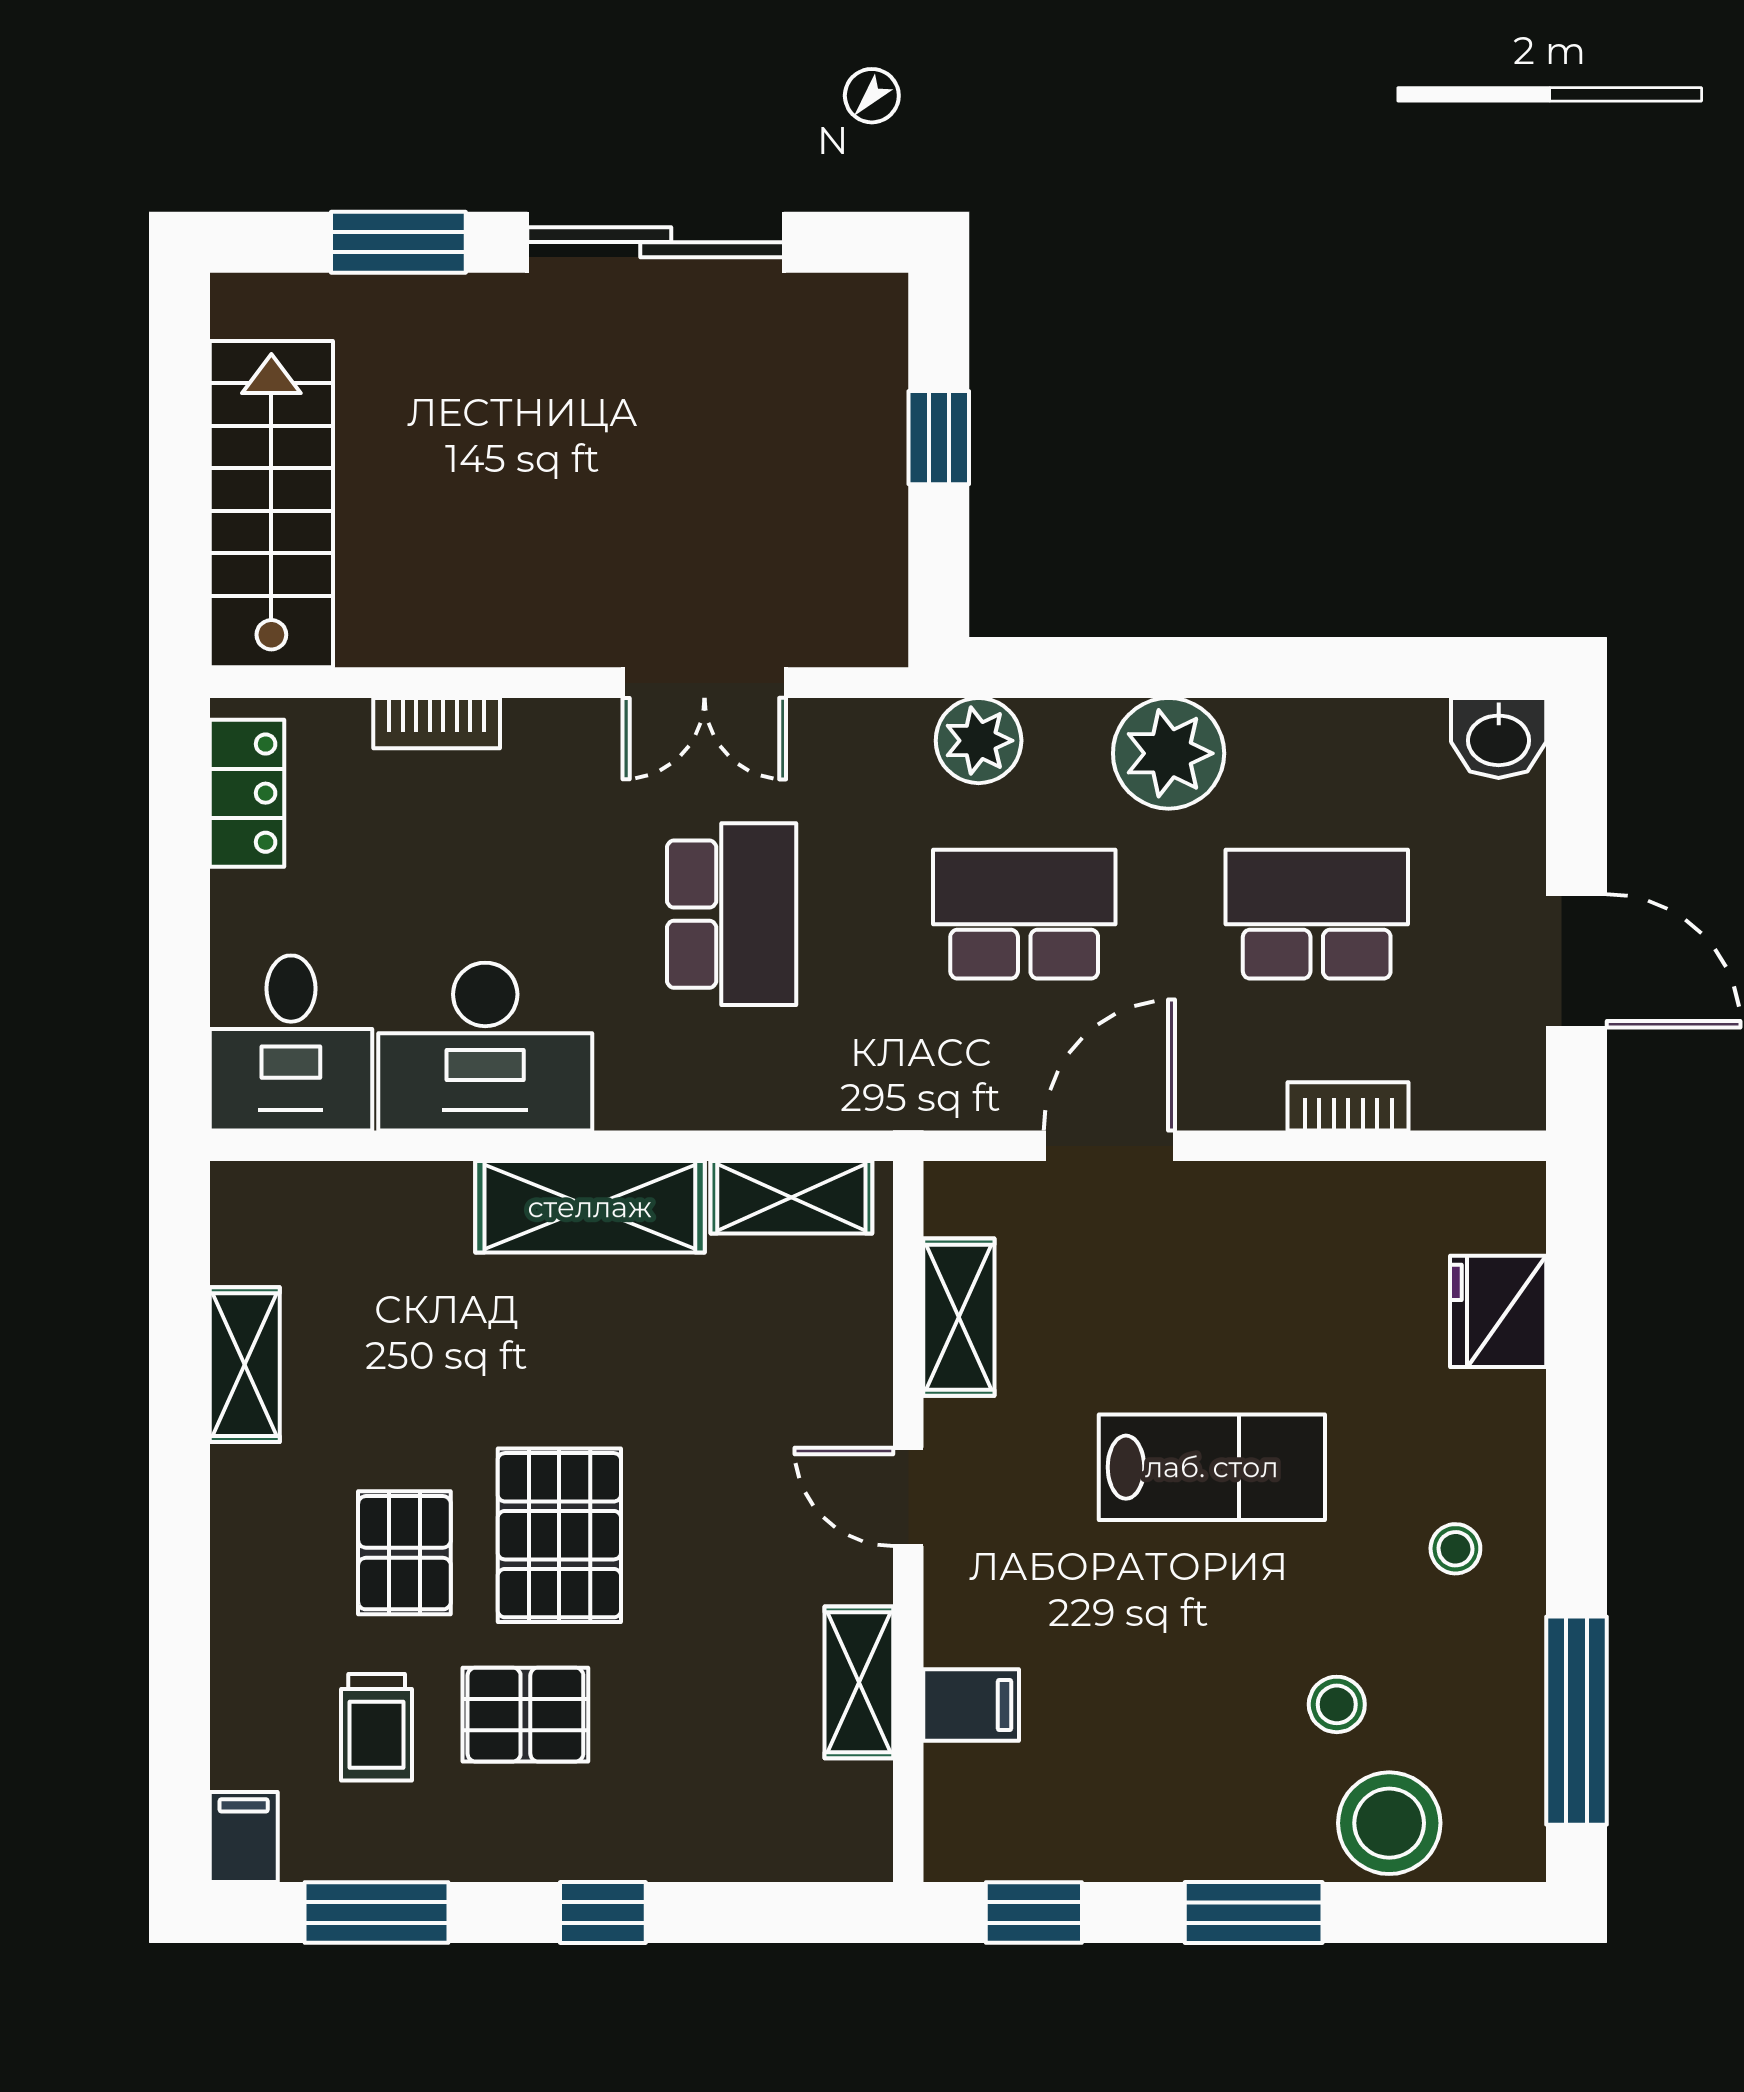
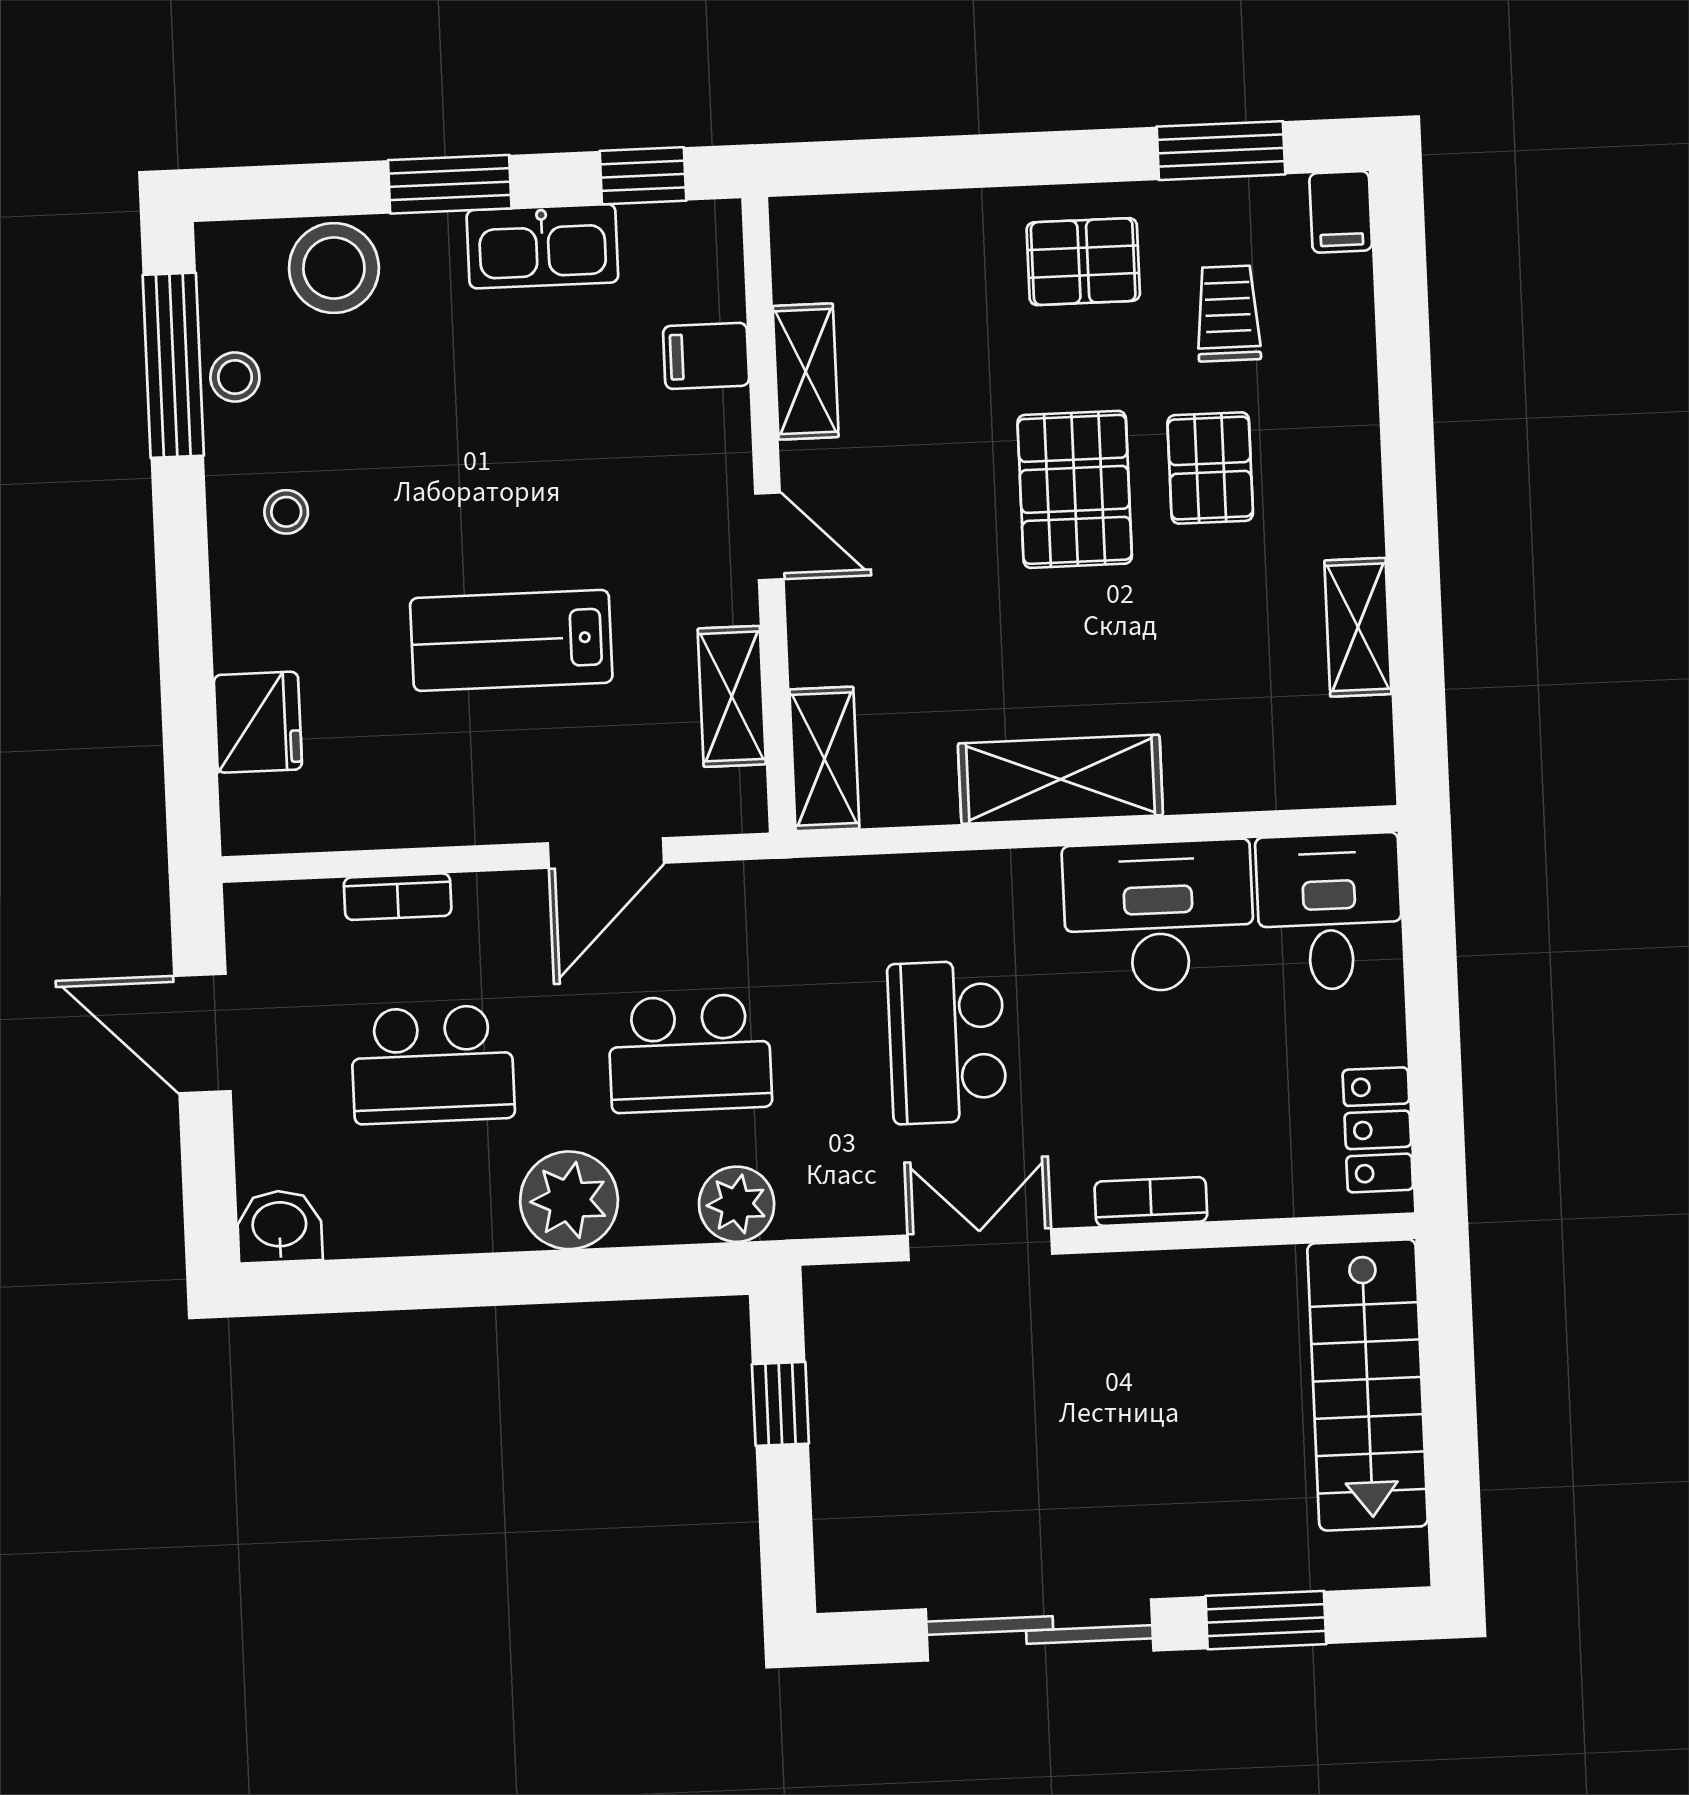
window: (939, 438) -> (780, 1404), moved
bookcase: (437, 723) -> (1151, 1201), moved
shelving: (791, 1197) -> (824, 759), moved, turned 90
lab bench: (1212, 1467) -> (511, 640), moved
stool: (1337, 1704) -> (235, 377), moved
pallet: (525, 1715) -> (1083, 262), moved
kitchen sink: (1151, 1838) -> (542, 246), added
window: (603, 1913) -> (1022, 159), removed

